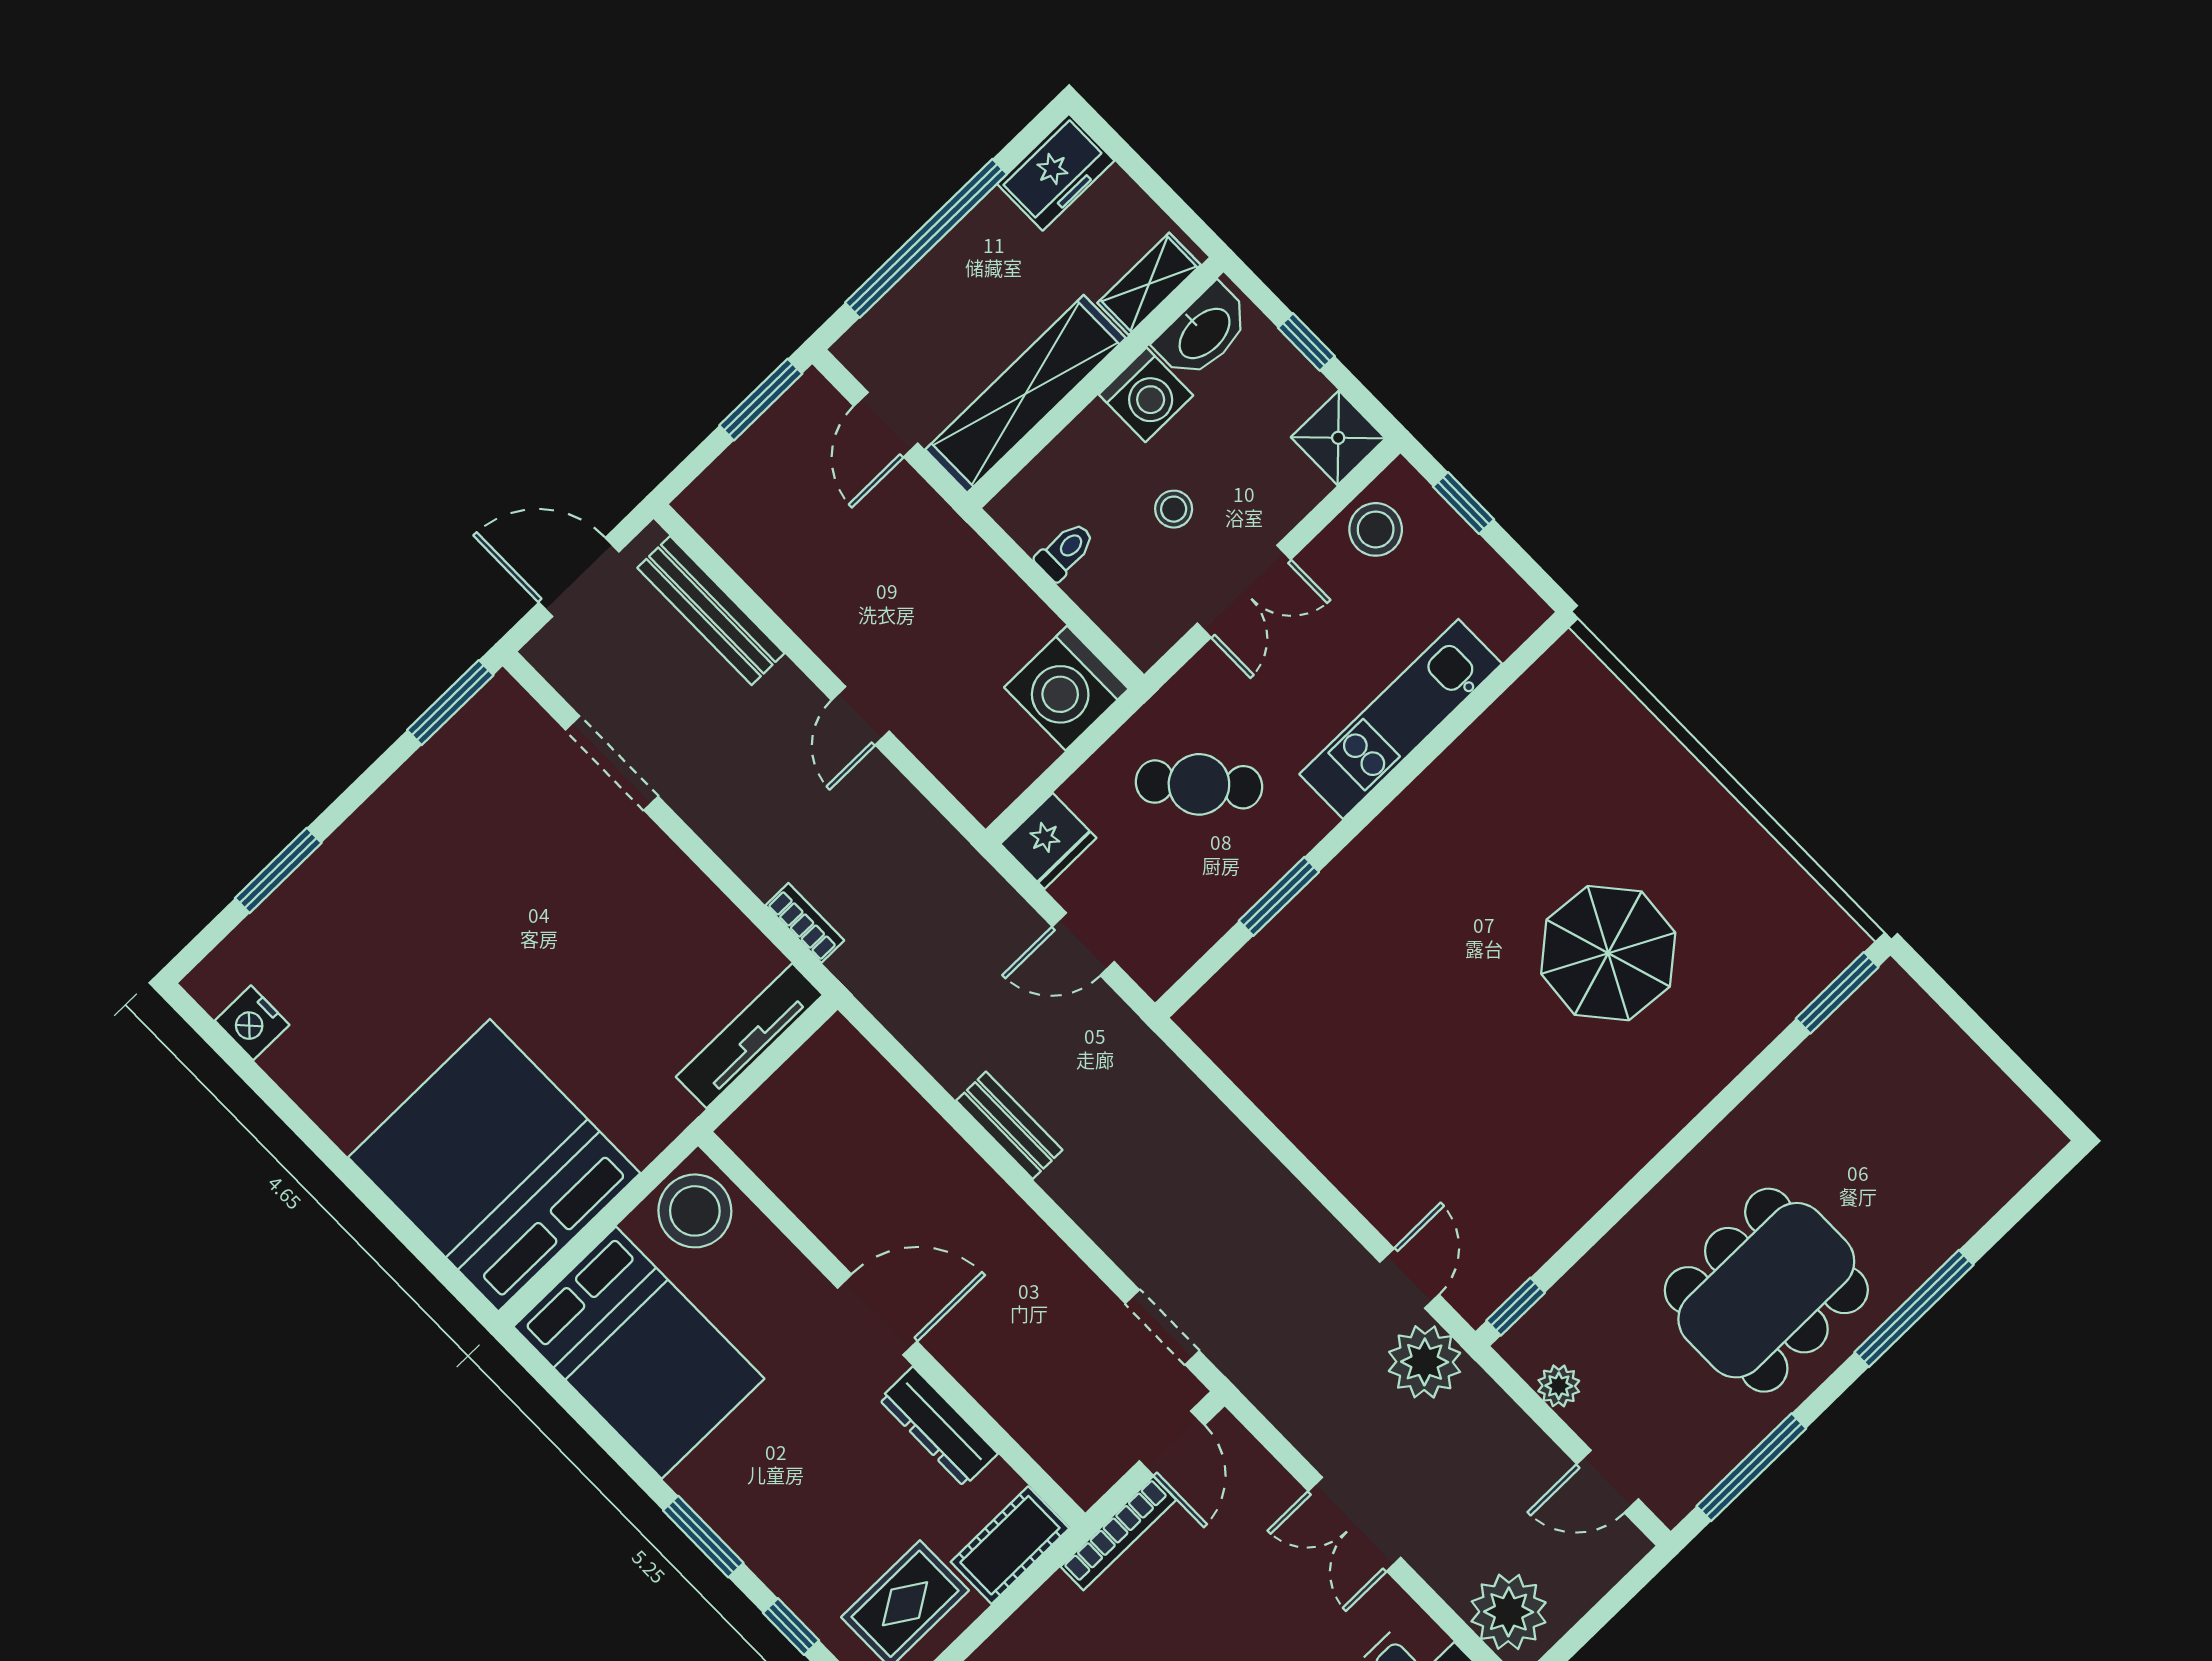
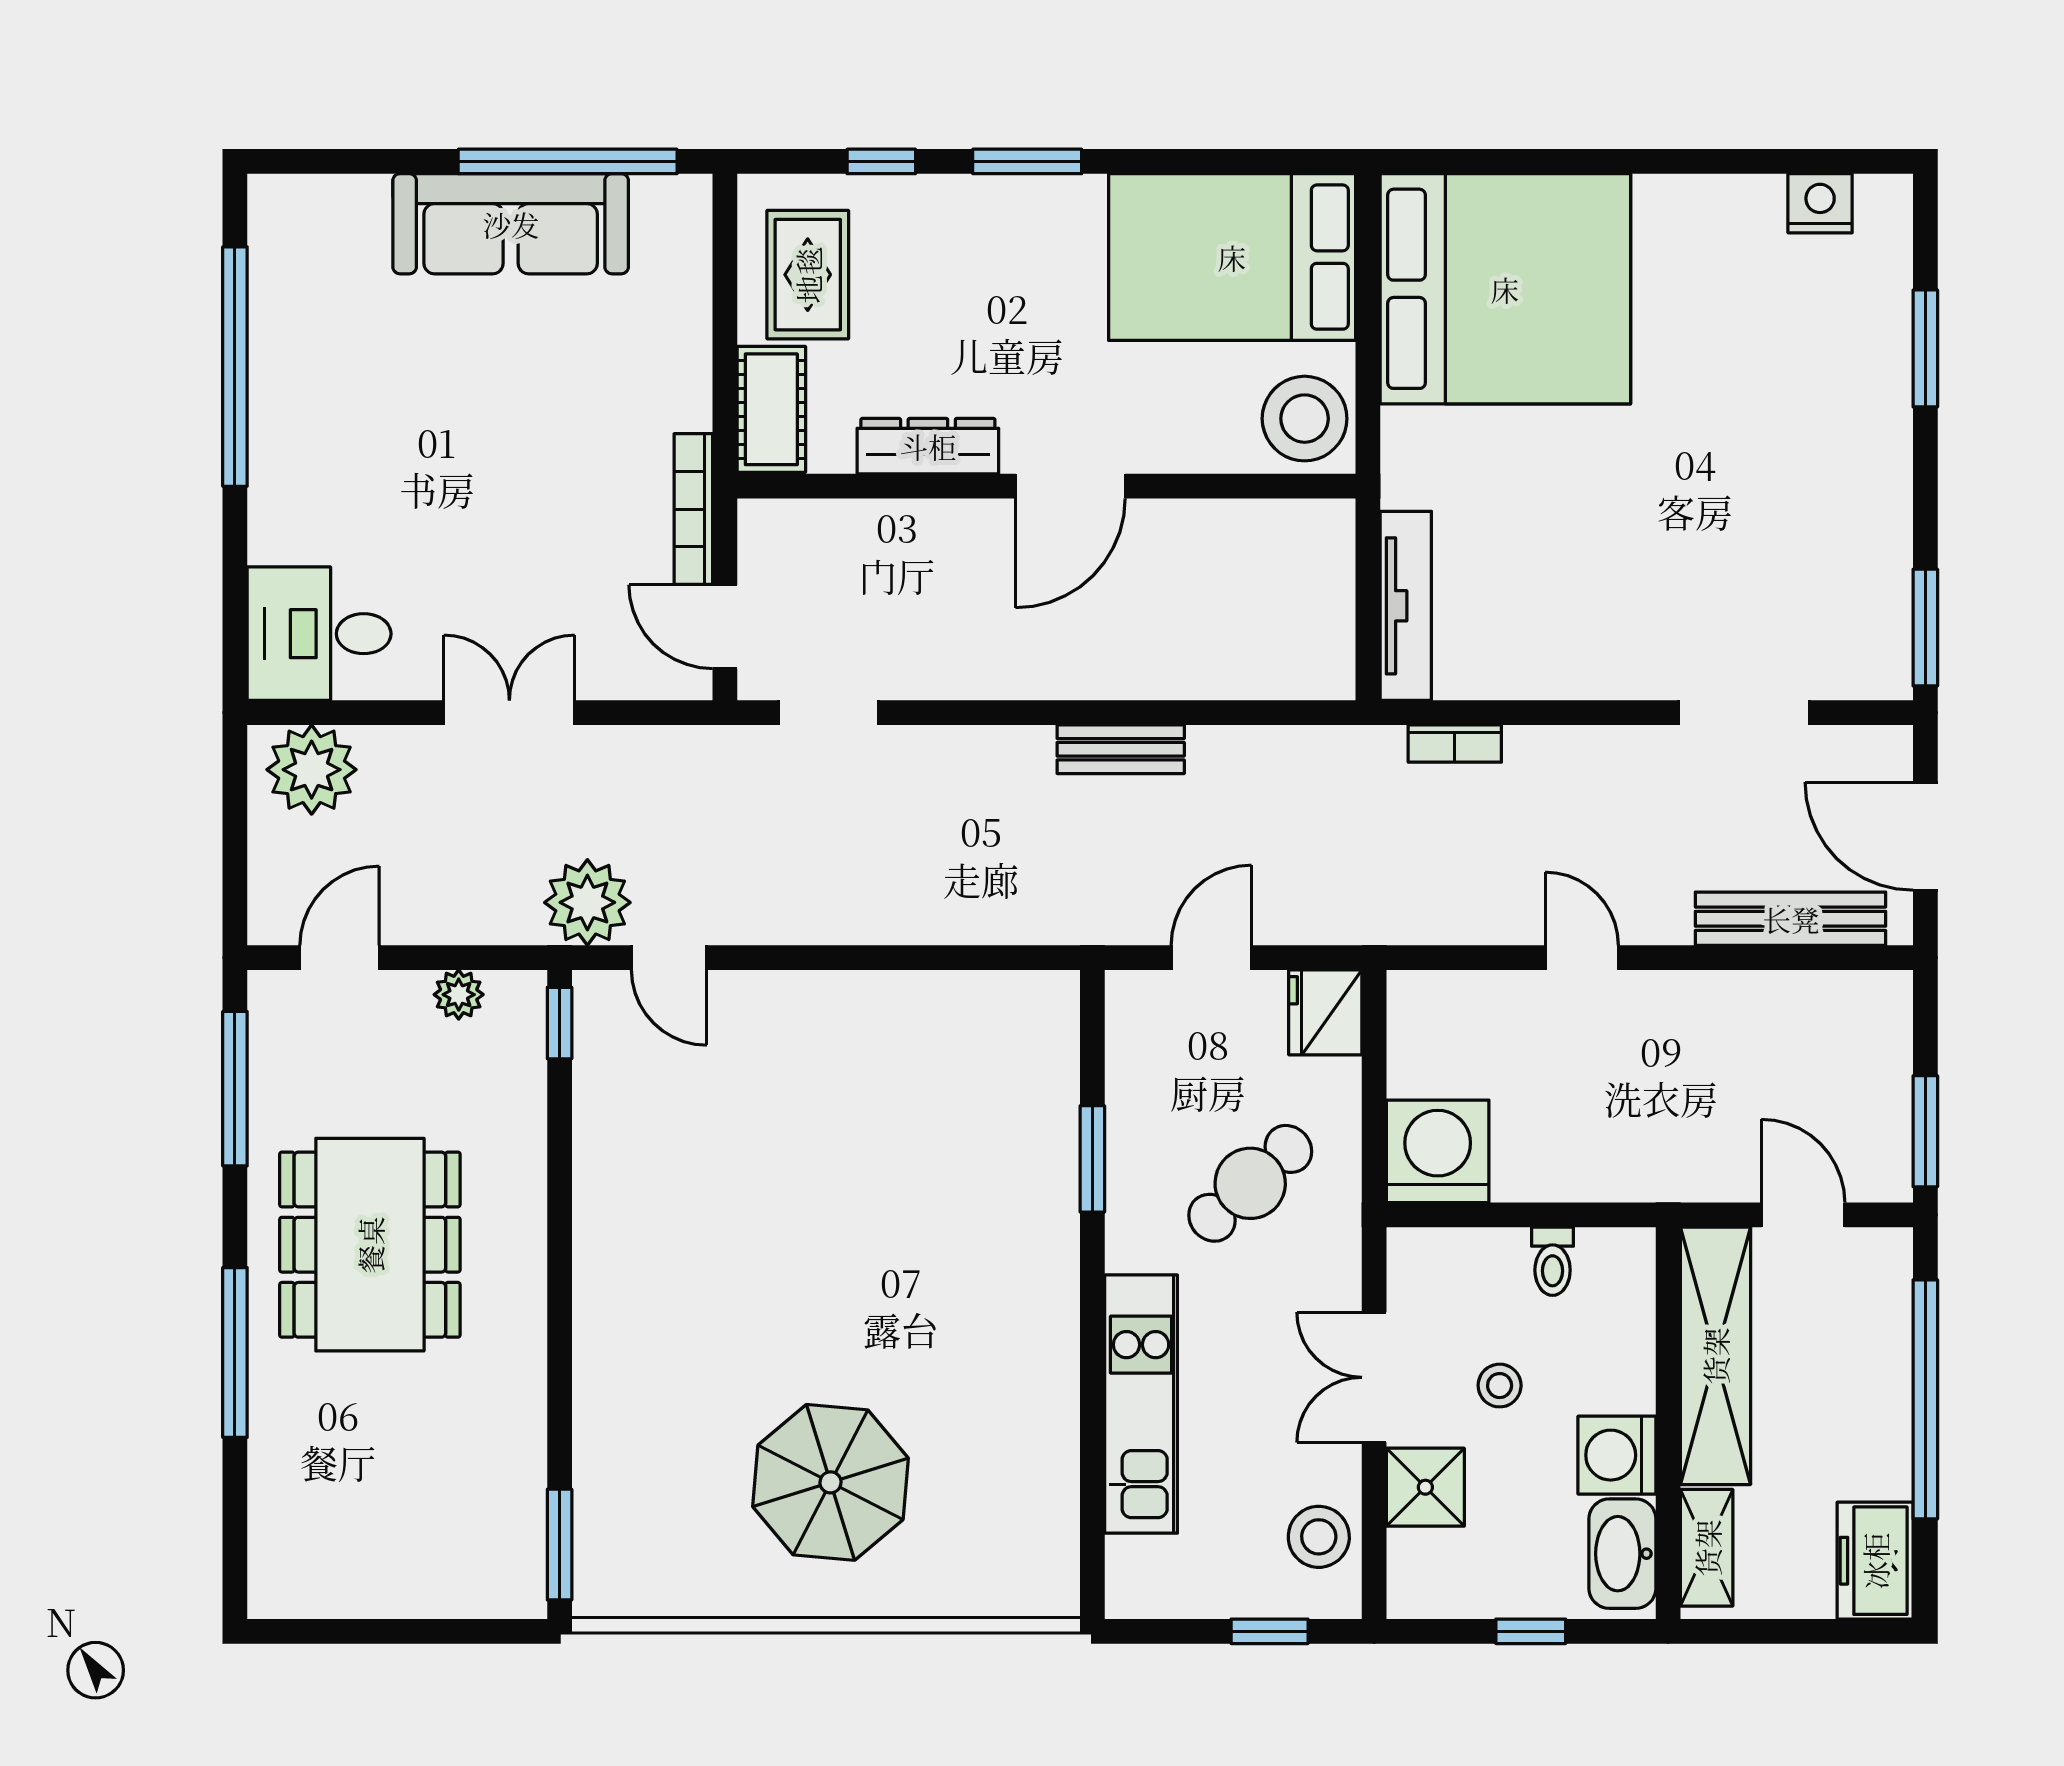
shower: (1338, 438) -> (1425, 1487), moved
door: (579, 577) -> (1925, 836), swing flipped
parasol: (1608, 953) -> (831, 1482), moved

